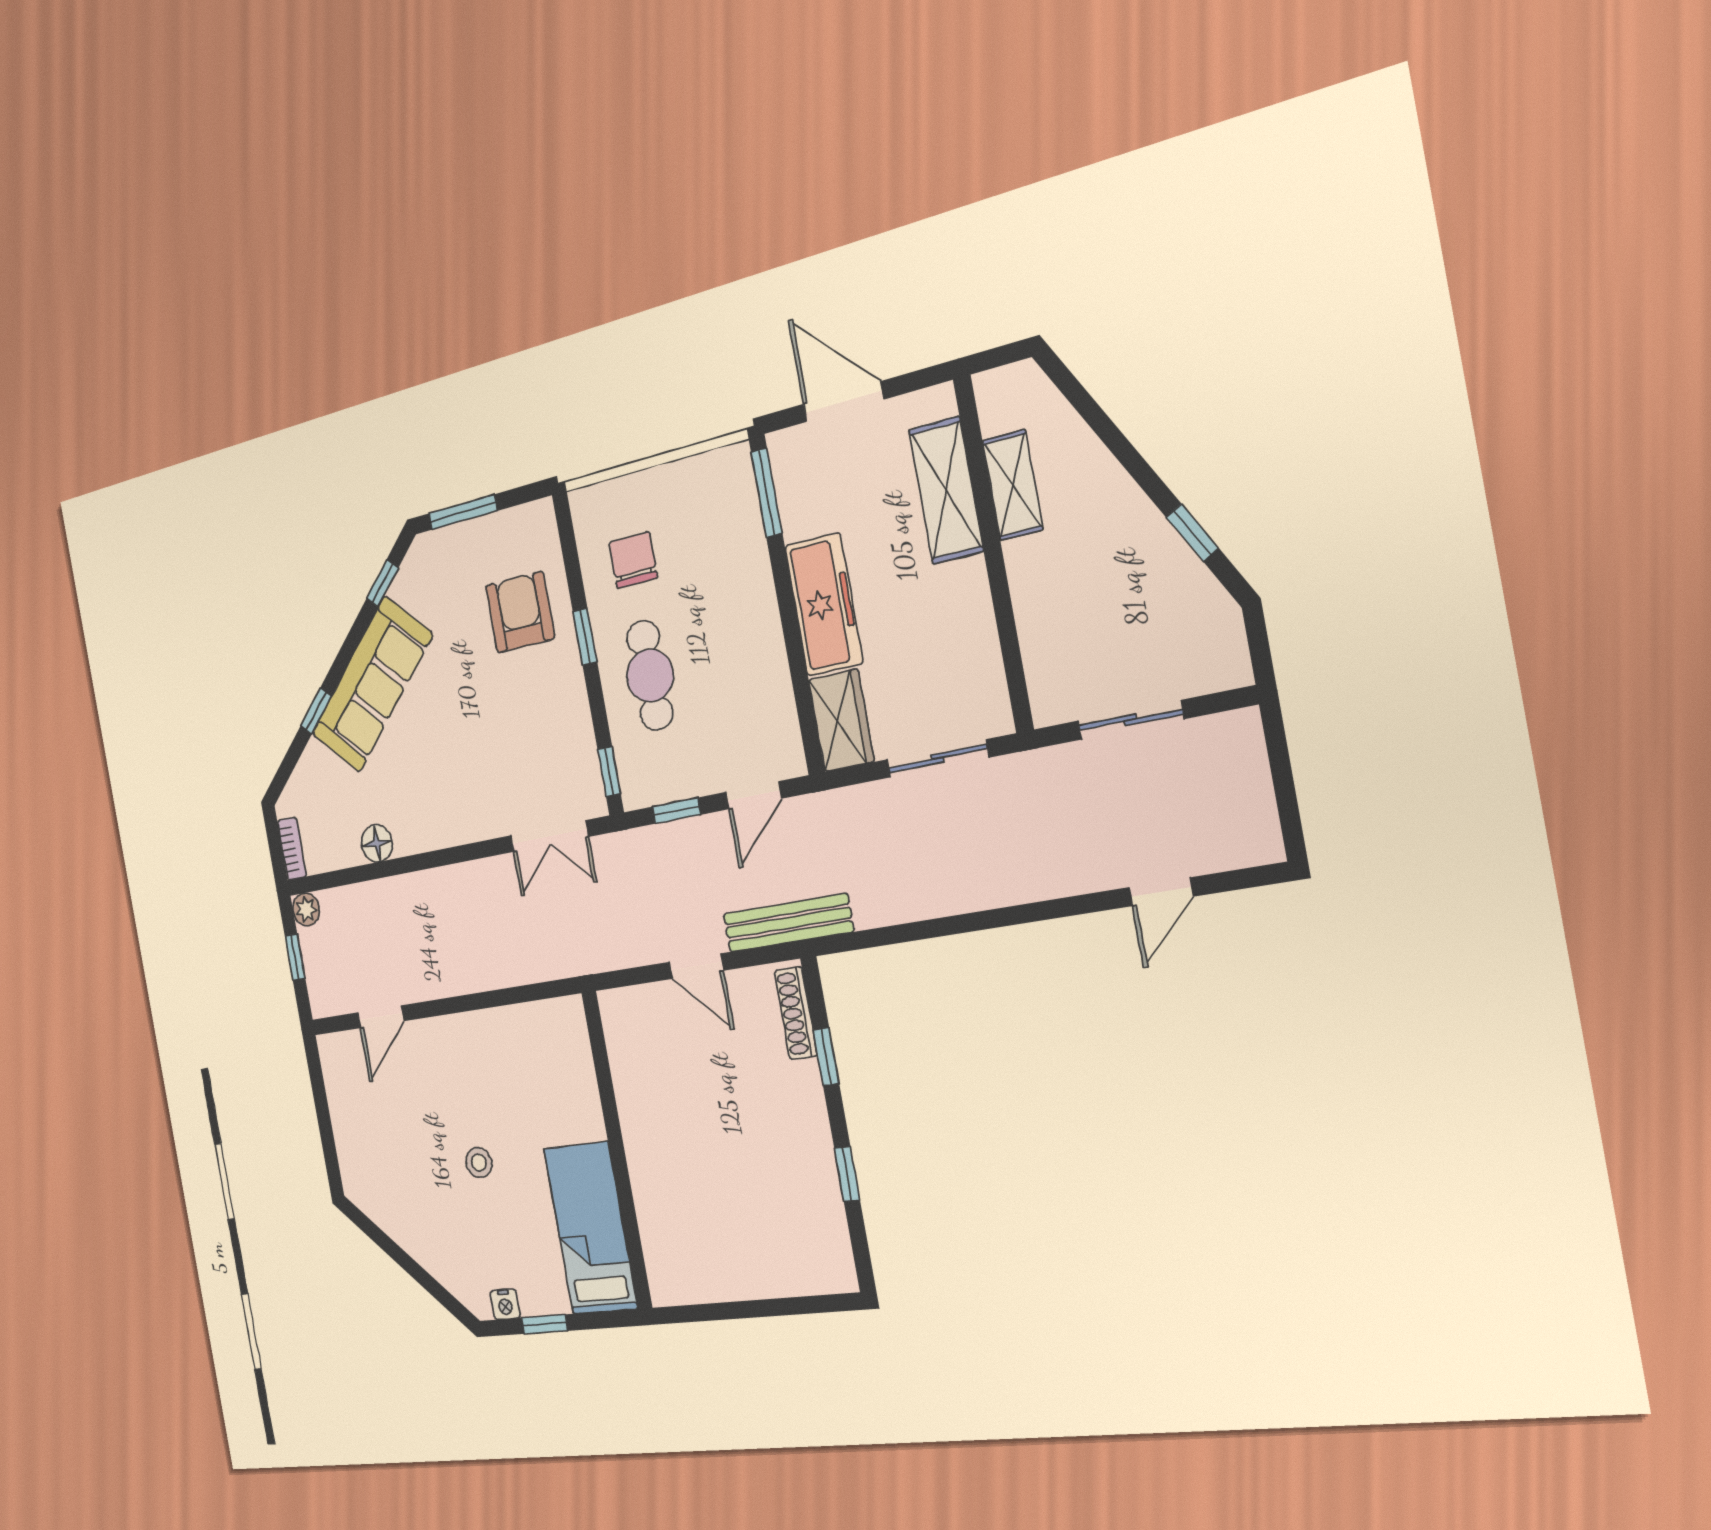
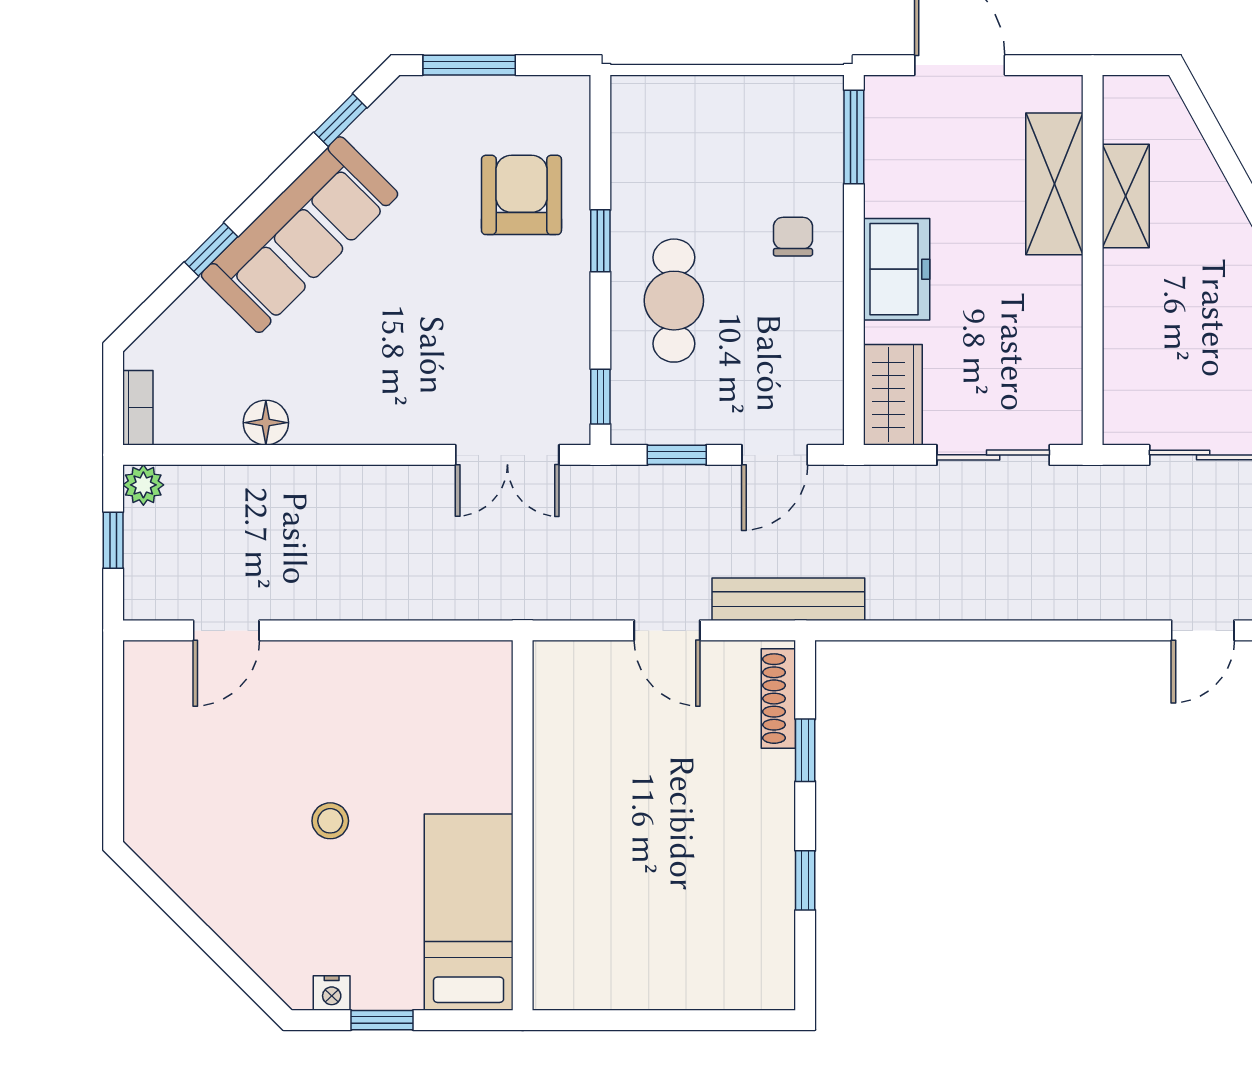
chair: (633, 560) -> (793, 237), moved, width x0.73, depth x0.73
freezer: (824, 605) -> (897, 269), width x0.71

